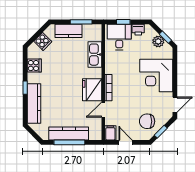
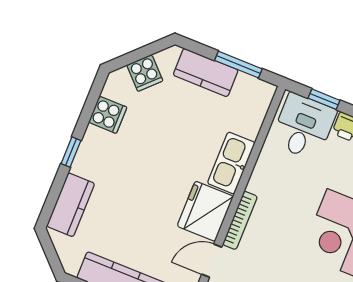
kitchen sink: (95, 55) -> (231, 163), moved
kitchen counter: (34, 103) -> (71, 205), width x0.67

